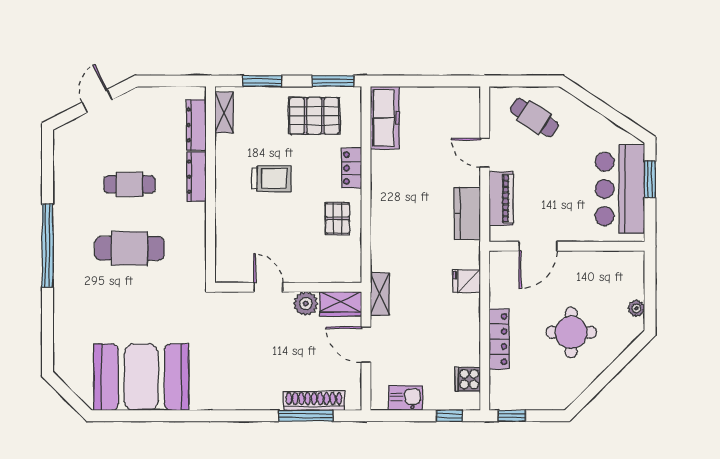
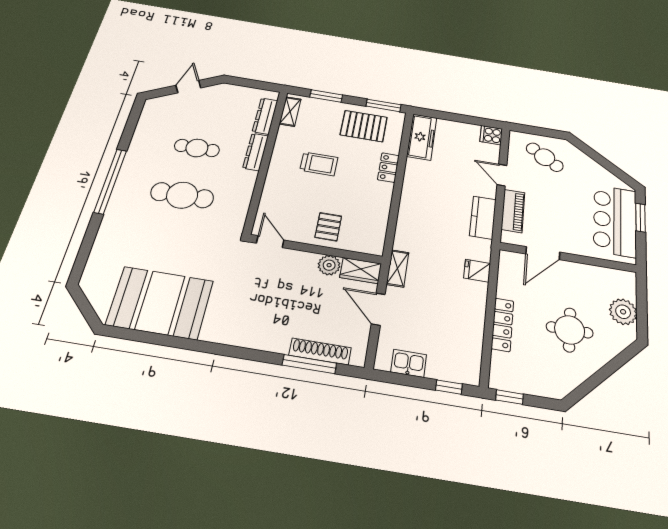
pallet: (338, 218) -> (328, 227), moved
door: (268, 287) -> (270, 242), moved
plant: (636, 308) -> (623, 312), width x1.88, depth x1.88
cooker: (468, 379) -> (491, 135), moved

